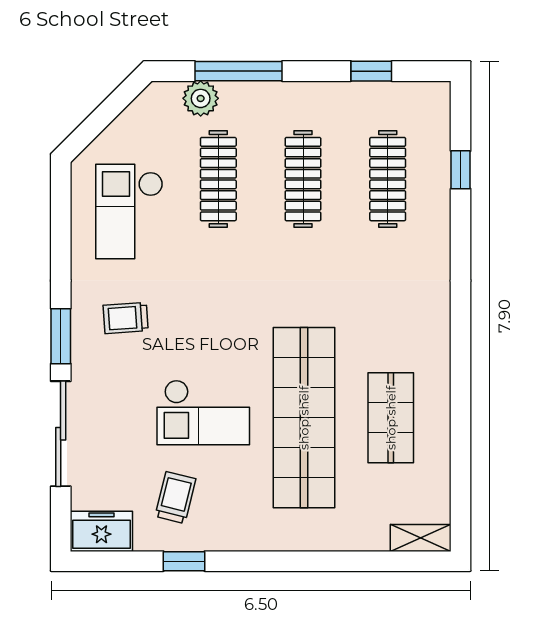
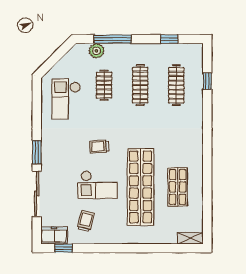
clothes rail: (218, 179) -> (104, 85), width x0.73
trolley: (126, 318) -> (99, 147), moved
window: (184, 561) -> (64, 248), moved

